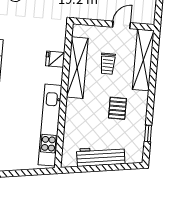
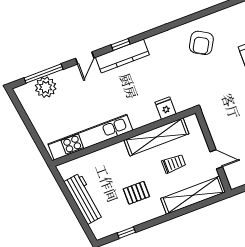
fridge: (55, 59) -> (166, 108), moved
trolley: (108, 64) -> (174, 164), turned 180

